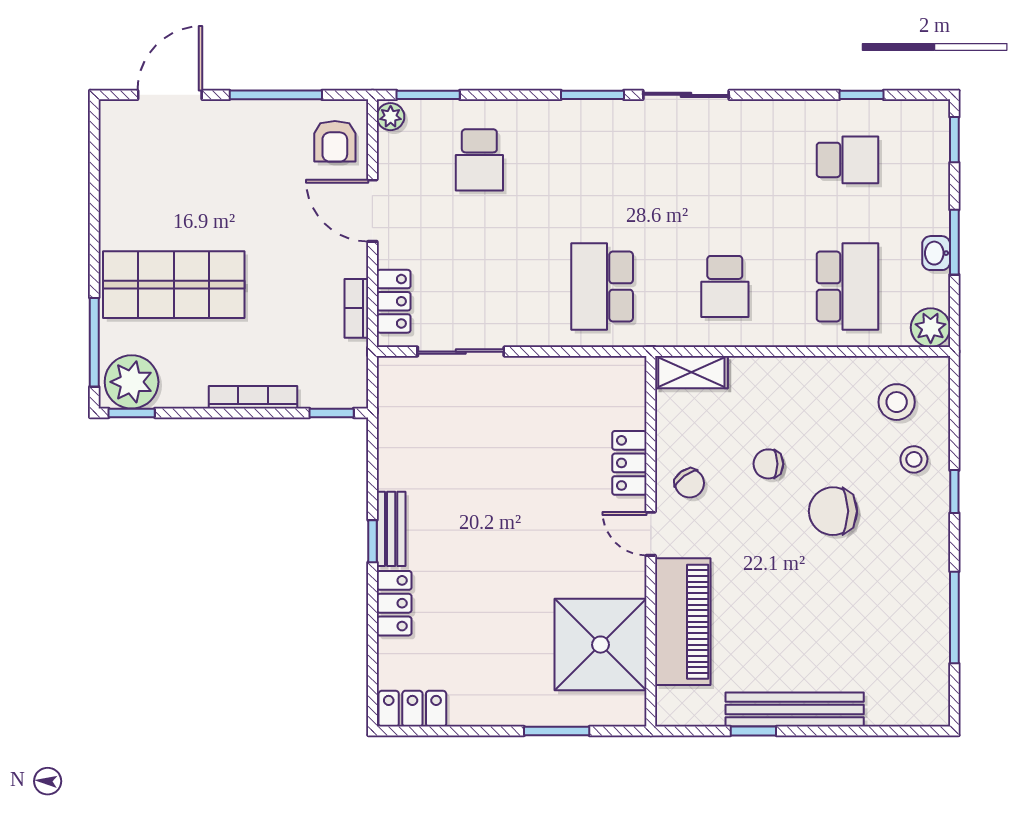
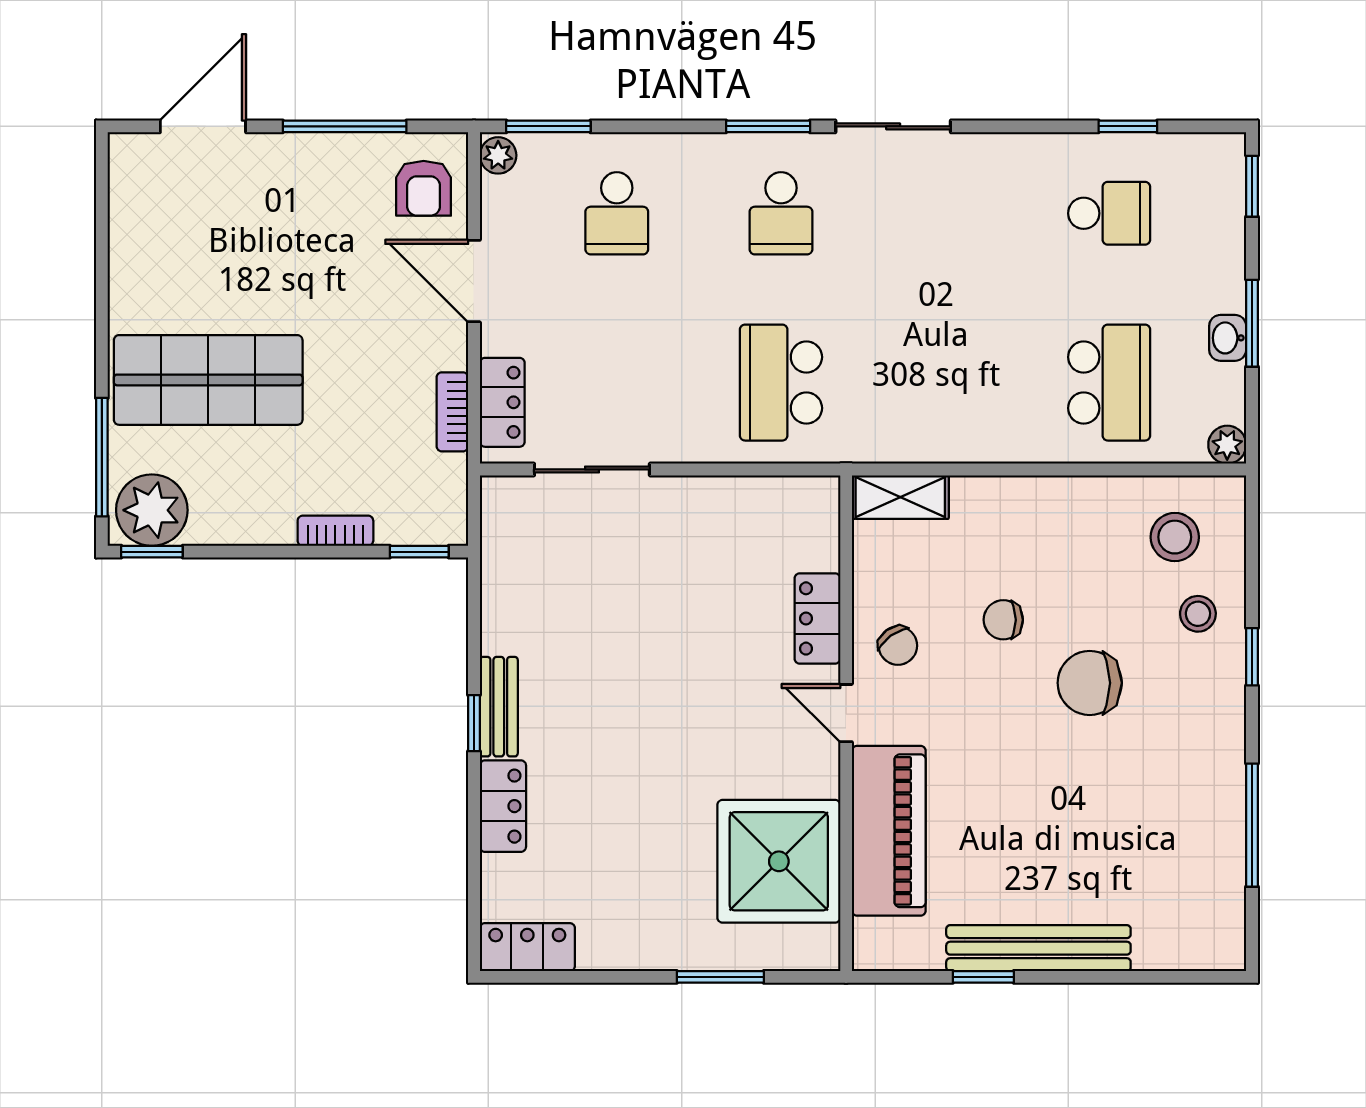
school desk: (725, 287) -> (781, 213), moved
plant: (931, 328) -> (1227, 445), width x0.73, depth x0.73
bookcase: (253, 397) -> (335, 531), width x0.64

